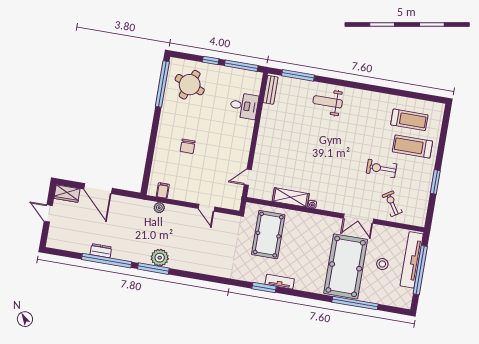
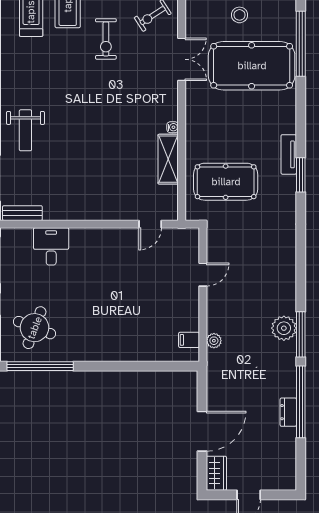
chair: (188, 146) -> (121, 316), removed
door: (248, 177) -> (150, 224), hinge flipped

